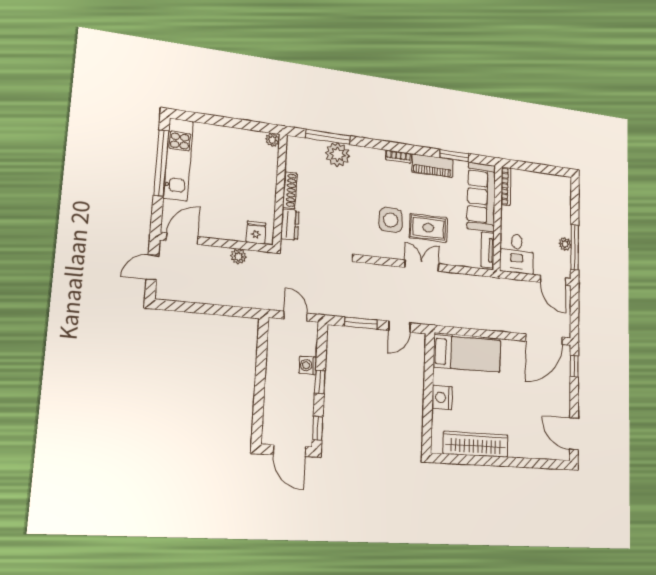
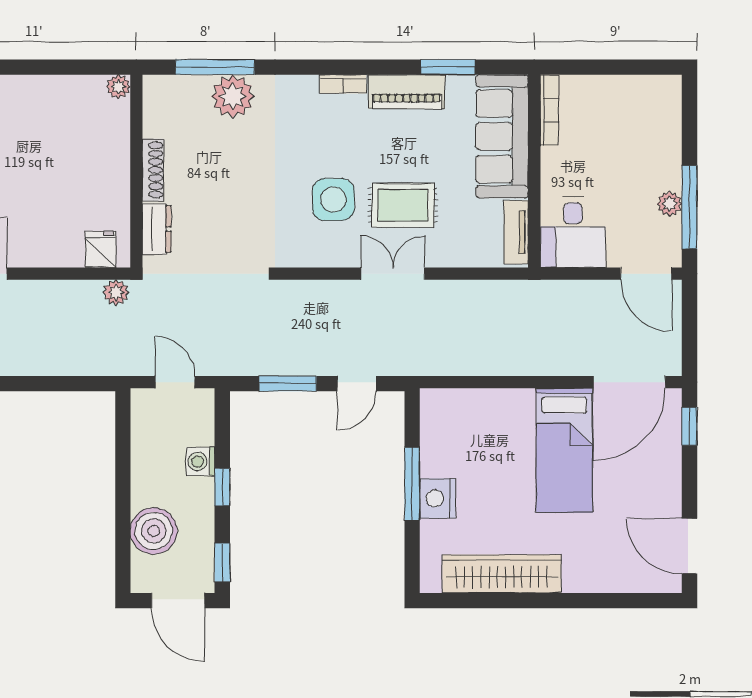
plant: (238, 256) -> (116, 292), moved
bed: (467, 354) -> (564, 450), moved, turned 90
window: (428, 388) -> (412, 484), added
boiler: (277, 406) -> (154, 531), added

